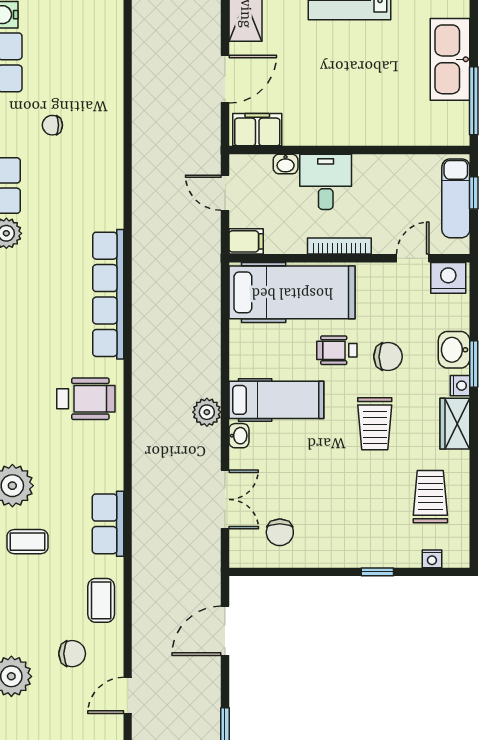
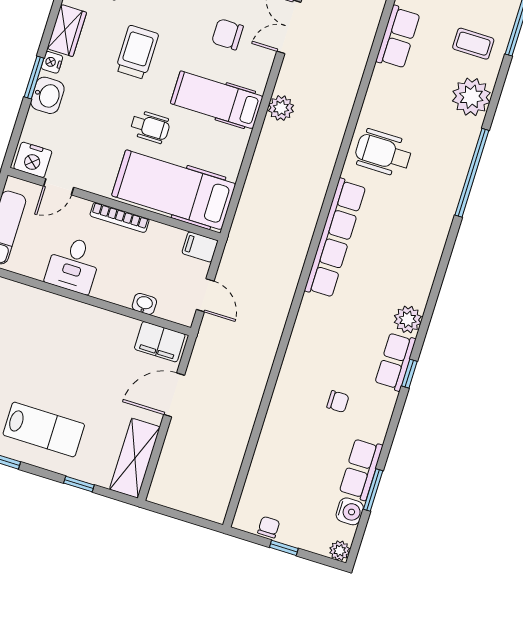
desk: (326, 182) -> (73, 265), moved
chair: (388, 357) -> (227, 34), moved
washbasin: (239, 436) -> (259, 79), removed

